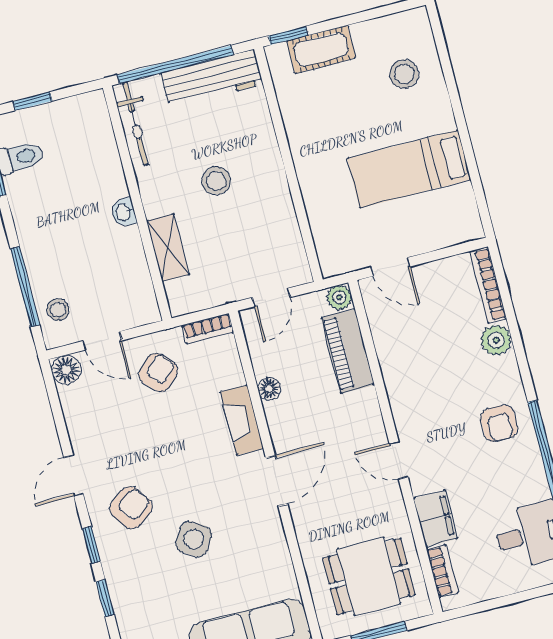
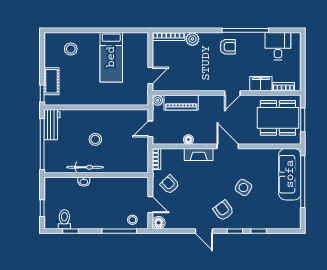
workbench: (212, 79) -> (52, 125), width x0.73
bicycle: (135, 124) -> (85, 167), moved
washbasin: (124, 212) -> (84, 182), moved
shelving: (168, 248) -> (118, 167), removed
door: (271, 297) -> (150, 129), swing flipped
door: (102, 341) -> (150, 205), hinge flipped
dining table: (369, 576) -> (278, 118), width x1.38

